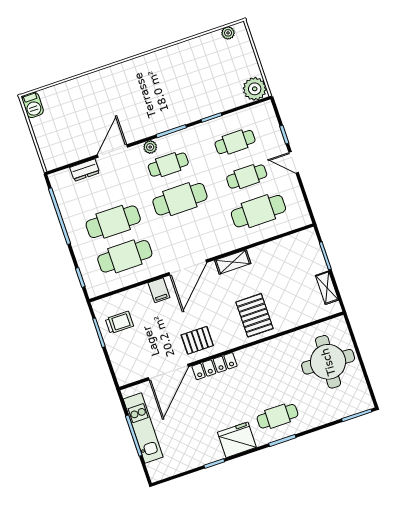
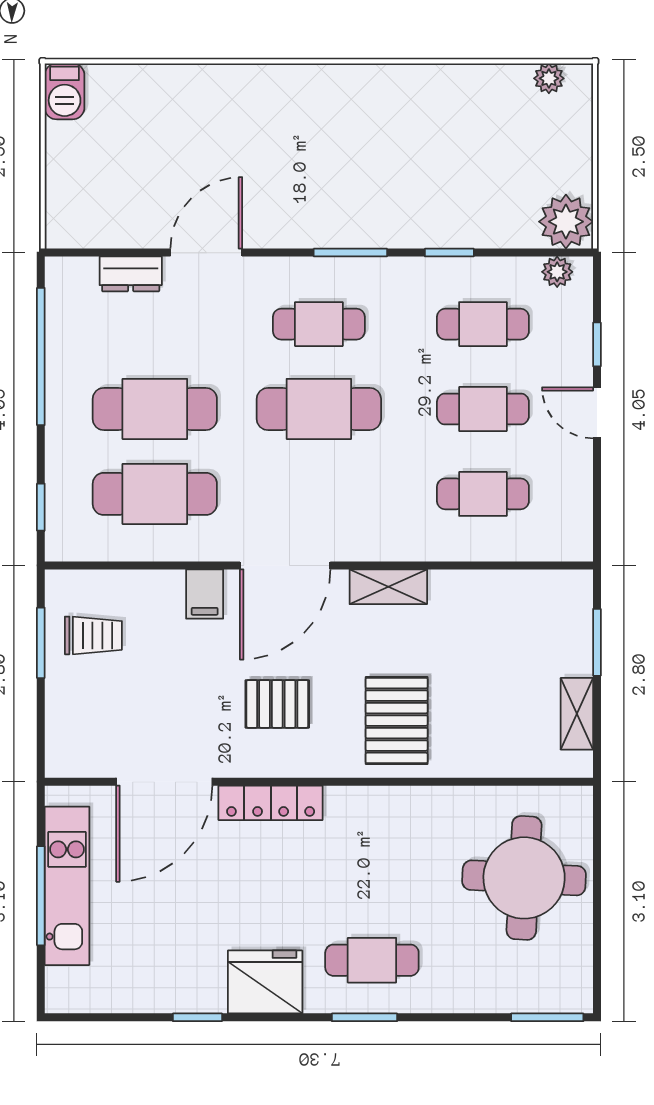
plant: (150, 147) -> (557, 272), moved
cafe table: (258, 211) -> (483, 494), width x0.73, depth x0.74
pallet: (197, 340) -> (277, 704), moved

